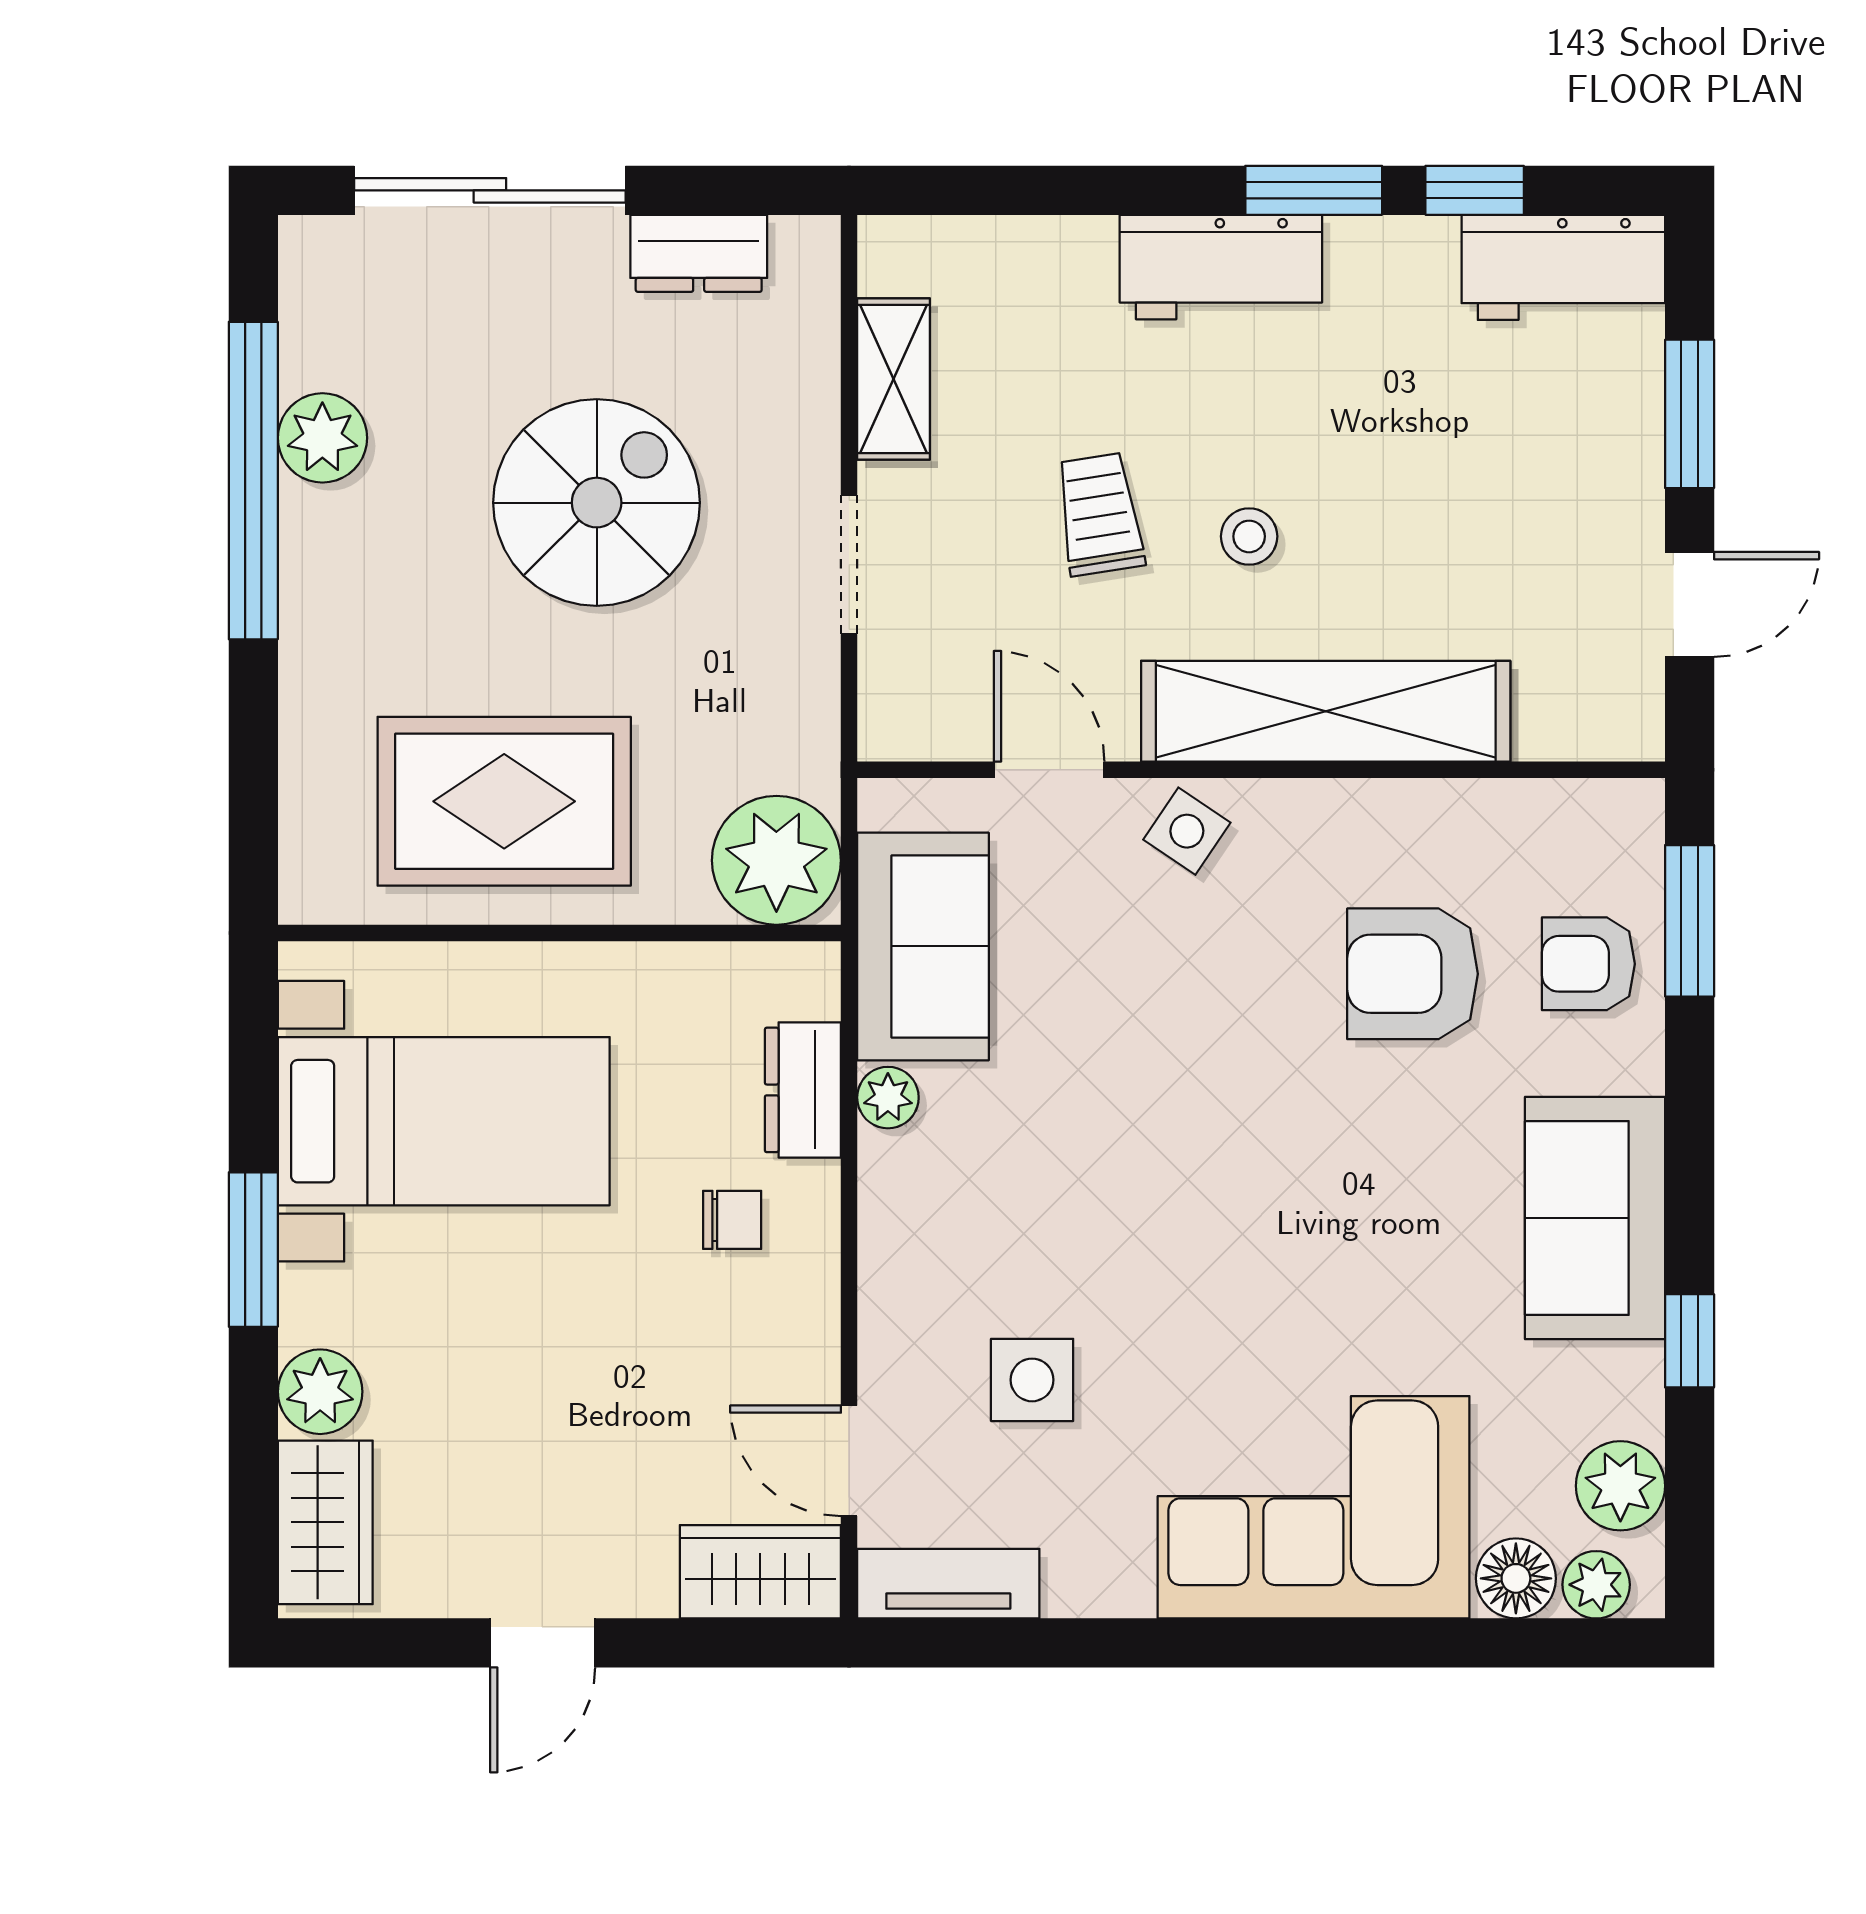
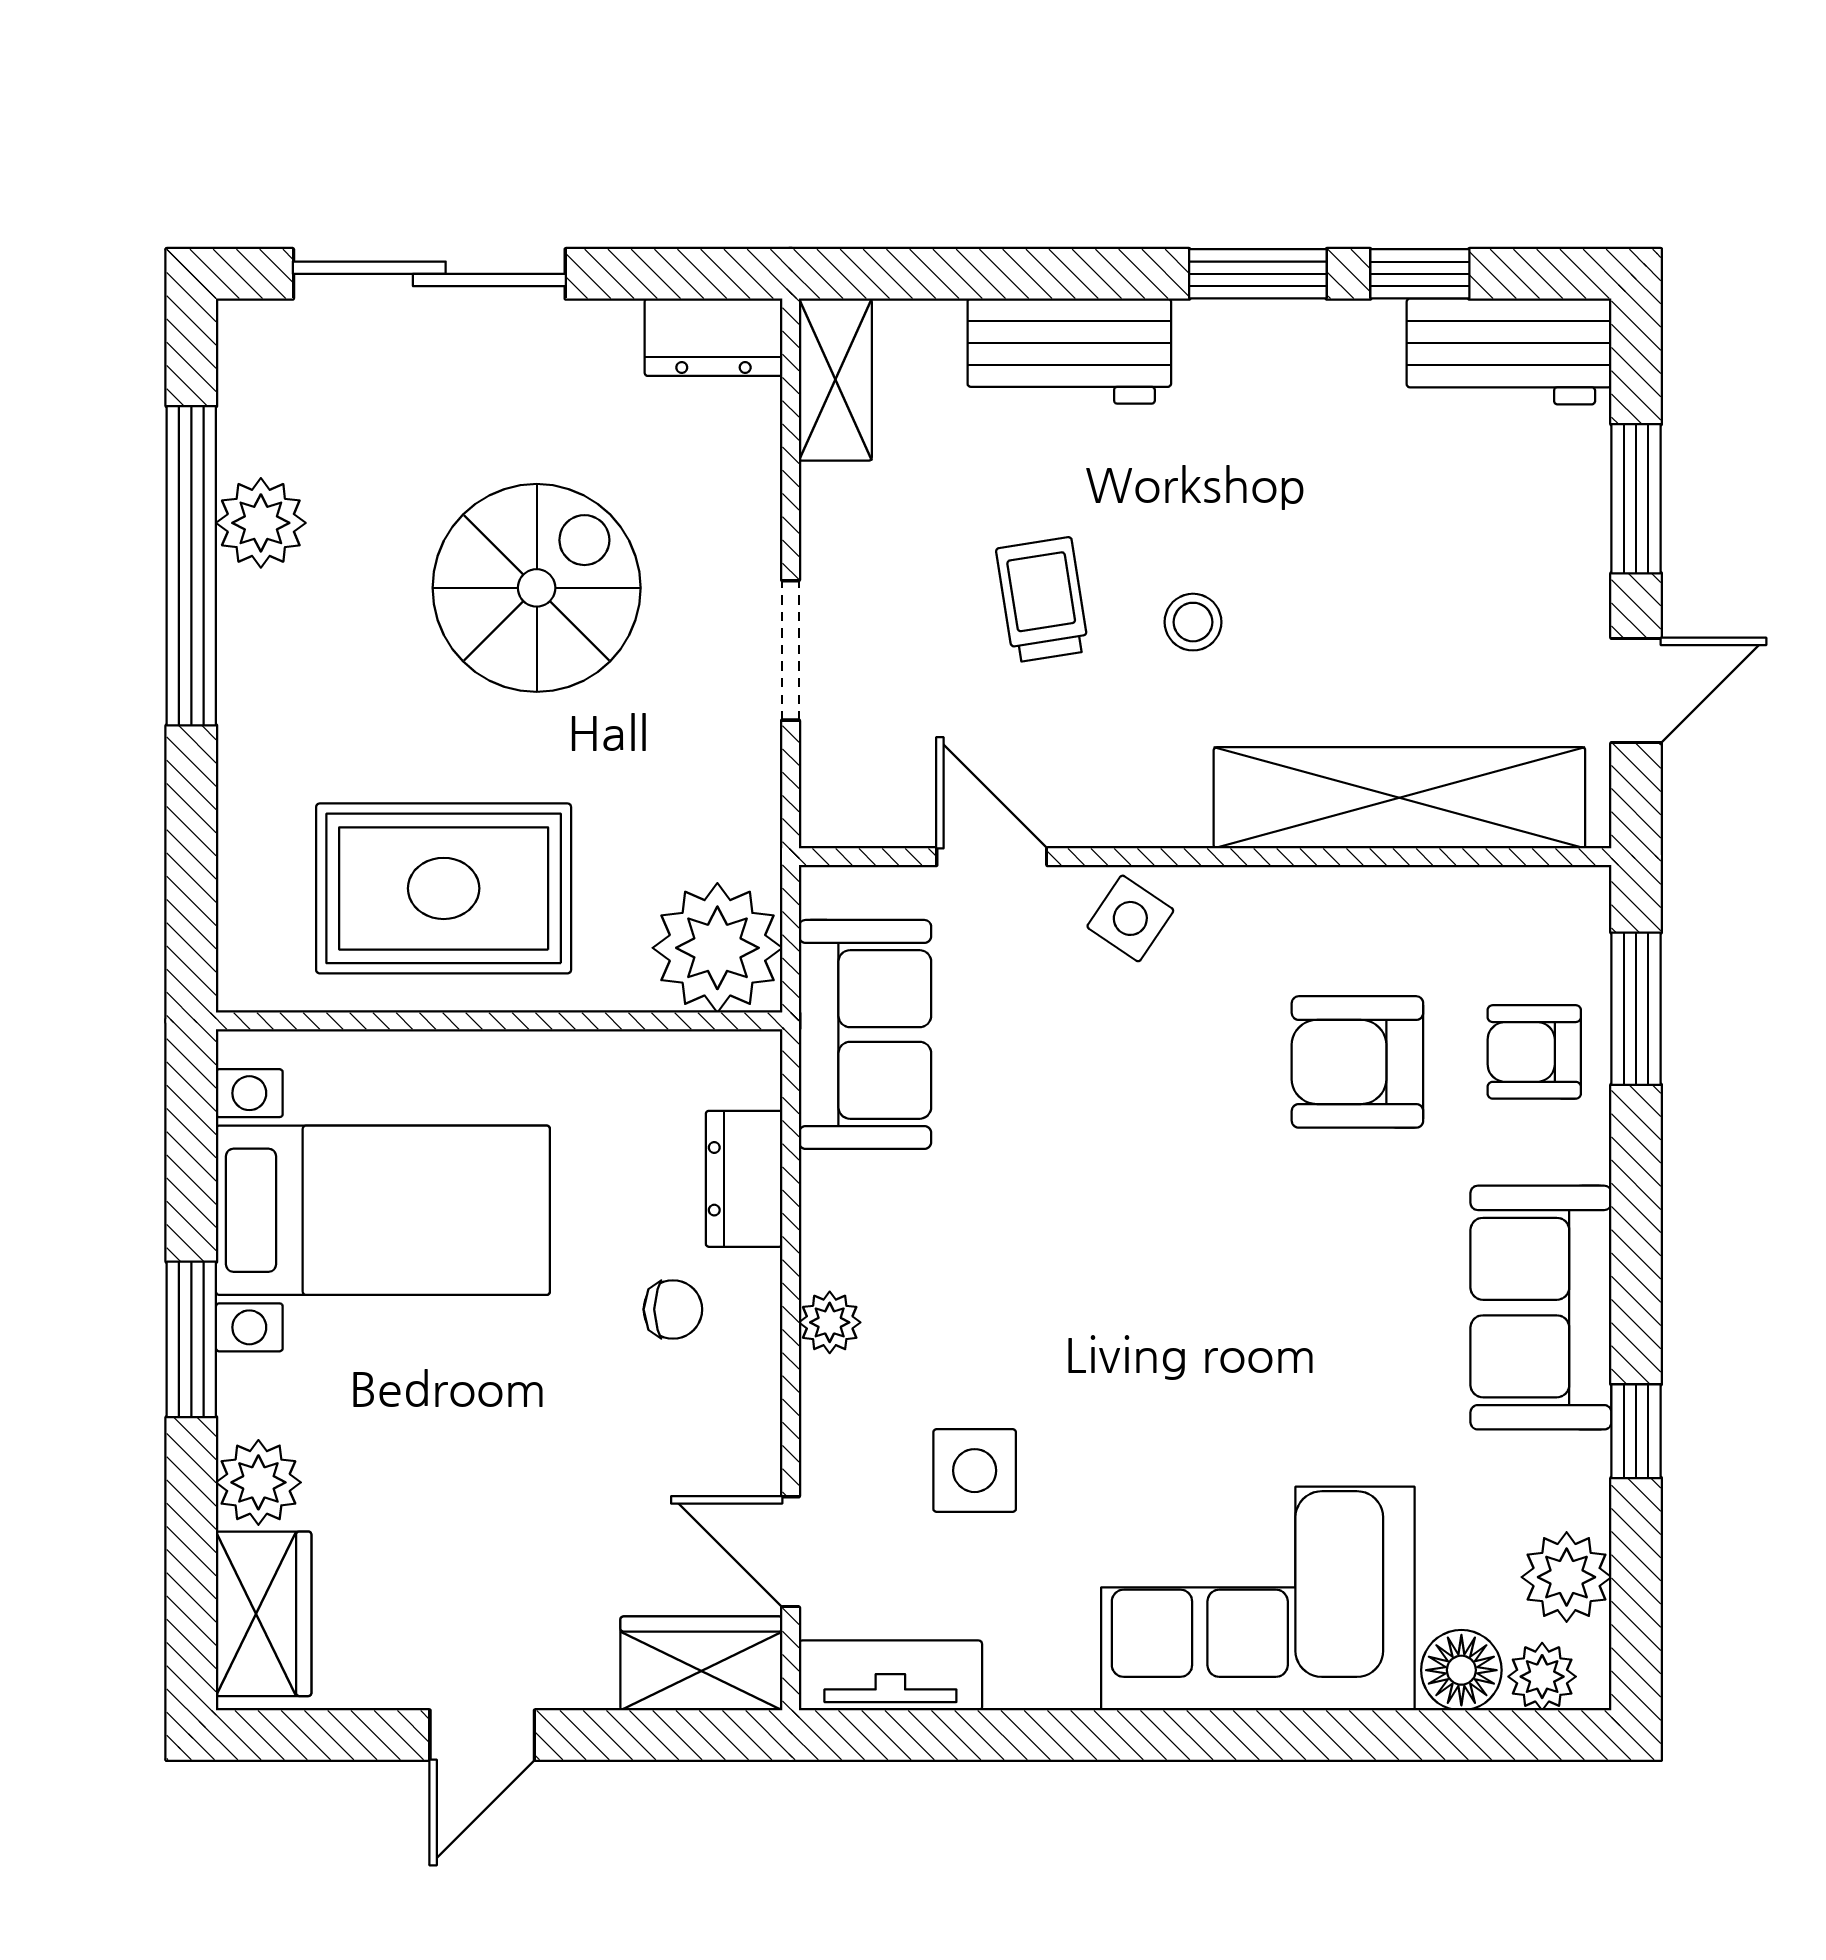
dresser: (699, 253) -> (713, 337), moved
workbench: (1221, 267) -> (1069, 351), moved
shelving: (893, 379) -> (835, 380), moved
shelving: (1326, 711) -> (1399, 798), moved
plant: (888, 1098) -> (830, 1322), moved

